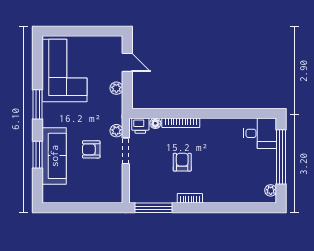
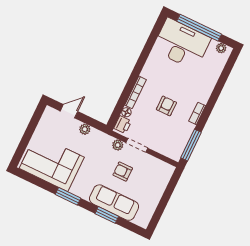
desk: (260, 133) -> (182, 44), width x1.87, depth x1.30
armchair: (91, 149) -> (123, 171), turned 90
armchair: (182, 162) -> (166, 106), turned 90

